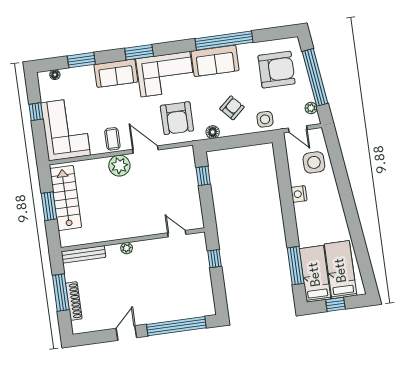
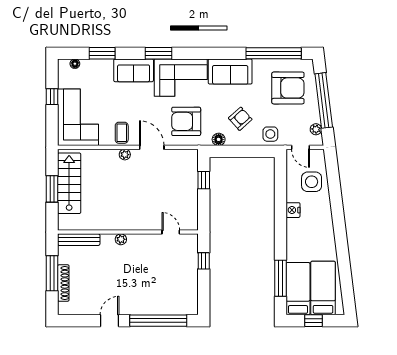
window: (224, 41) -> (274, 53), moved
armchair: (177, 118) -> (186, 121), turned 90
plant: (119, 166) -> (125, 155), width x0.53, depth x0.53

